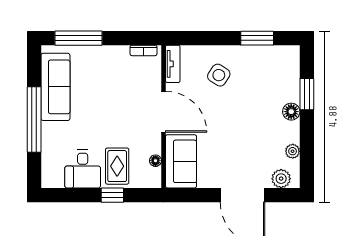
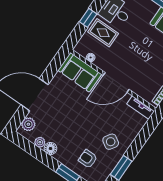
side table: (219, 75) -> (111, 142), moved
armchair: (273, 83) -> (88, 159), added
floor lamp: (291, 112) -> (51, 149), moved

